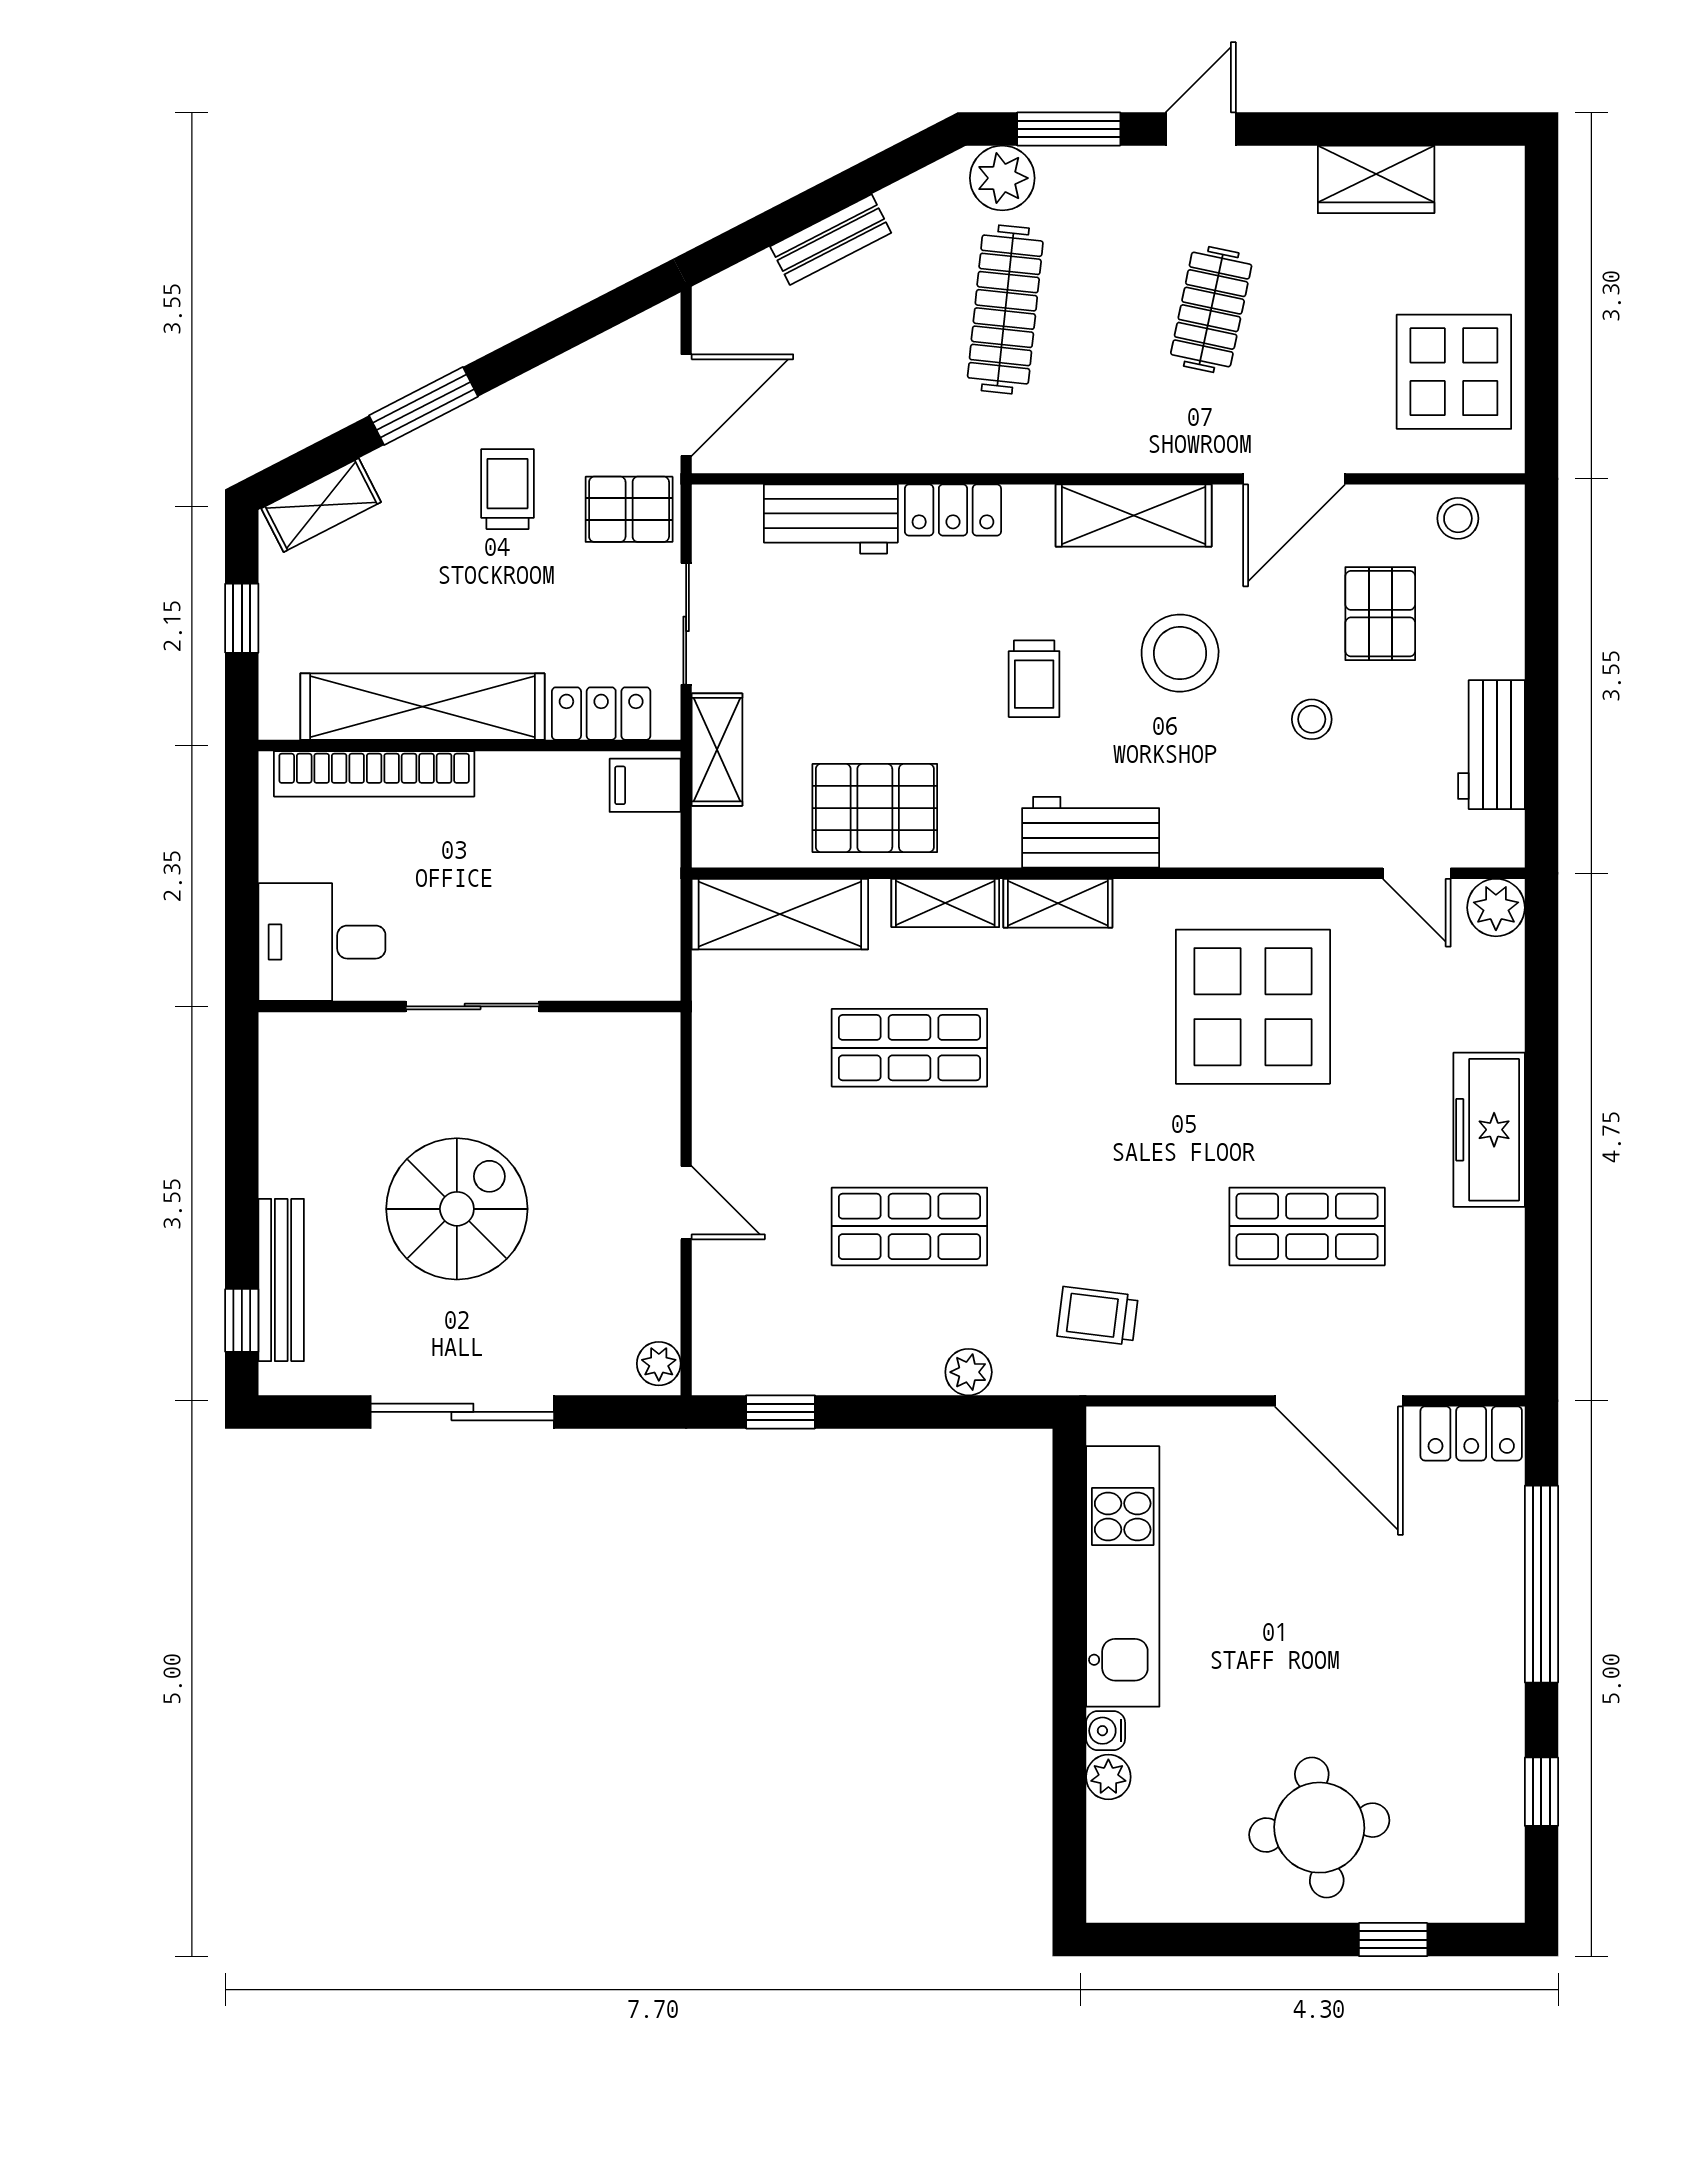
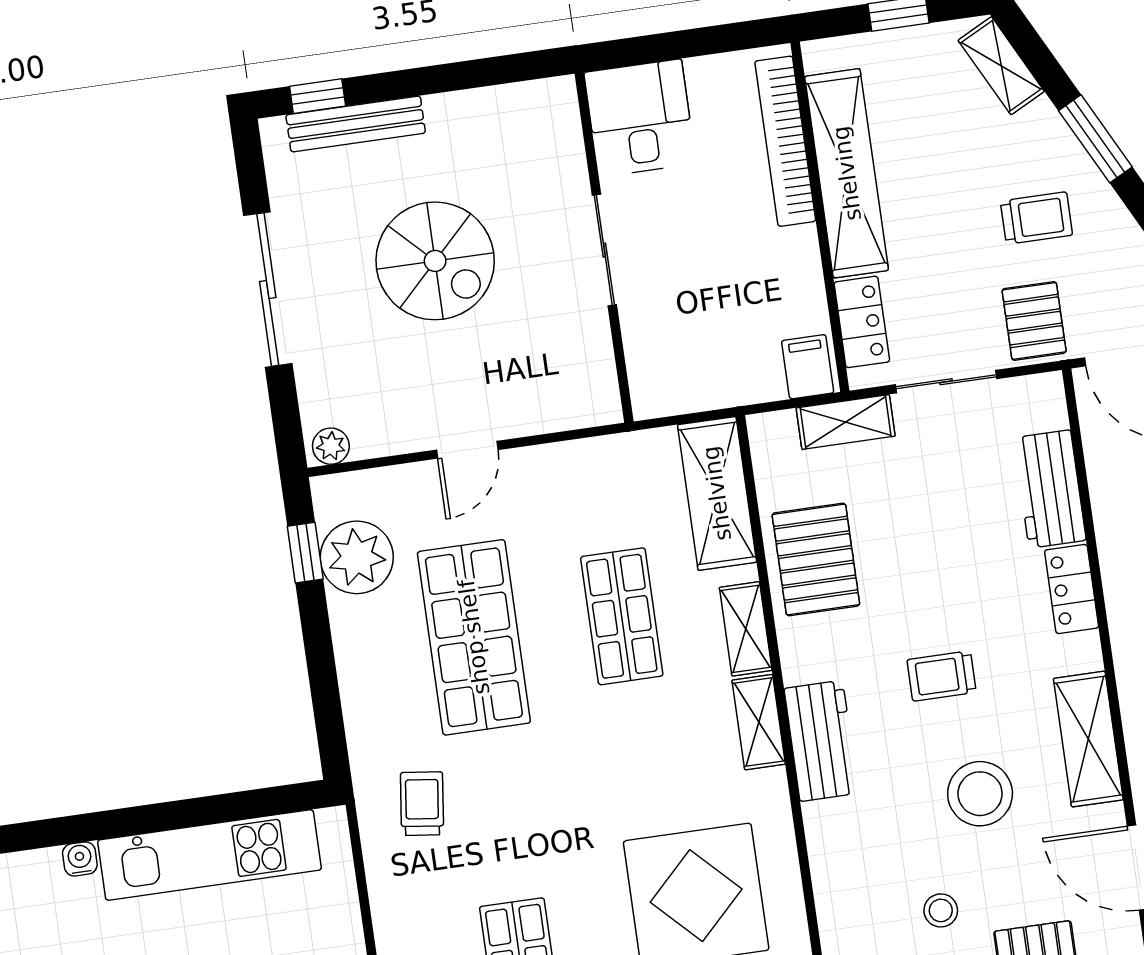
shop shelf: (909, 1226) -> (474, 637), width x1.43, depth x1.36
plant: (969, 1372) -> (357, 557), moved, width x1.88, depth x1.88
plant: (1108, 1777) -> (42, 867), removed

